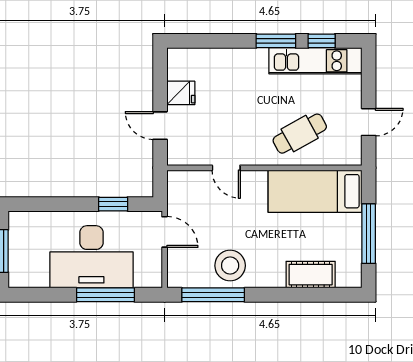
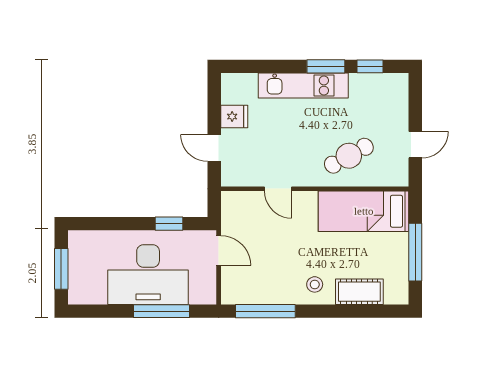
kitchen unit: (315, 61) -> (303, 86), moved
stool: (230, 266) -> (315, 284), moved, width x0.53, depth x0.53

